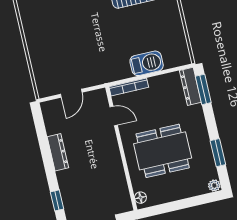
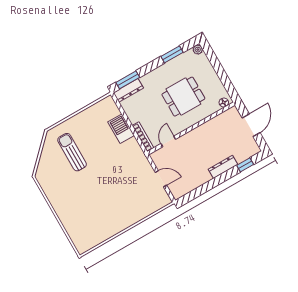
dining table: (163, 151) -> (183, 97), width x0.73
dresser: (58, 152) -> (223, 167), moved

